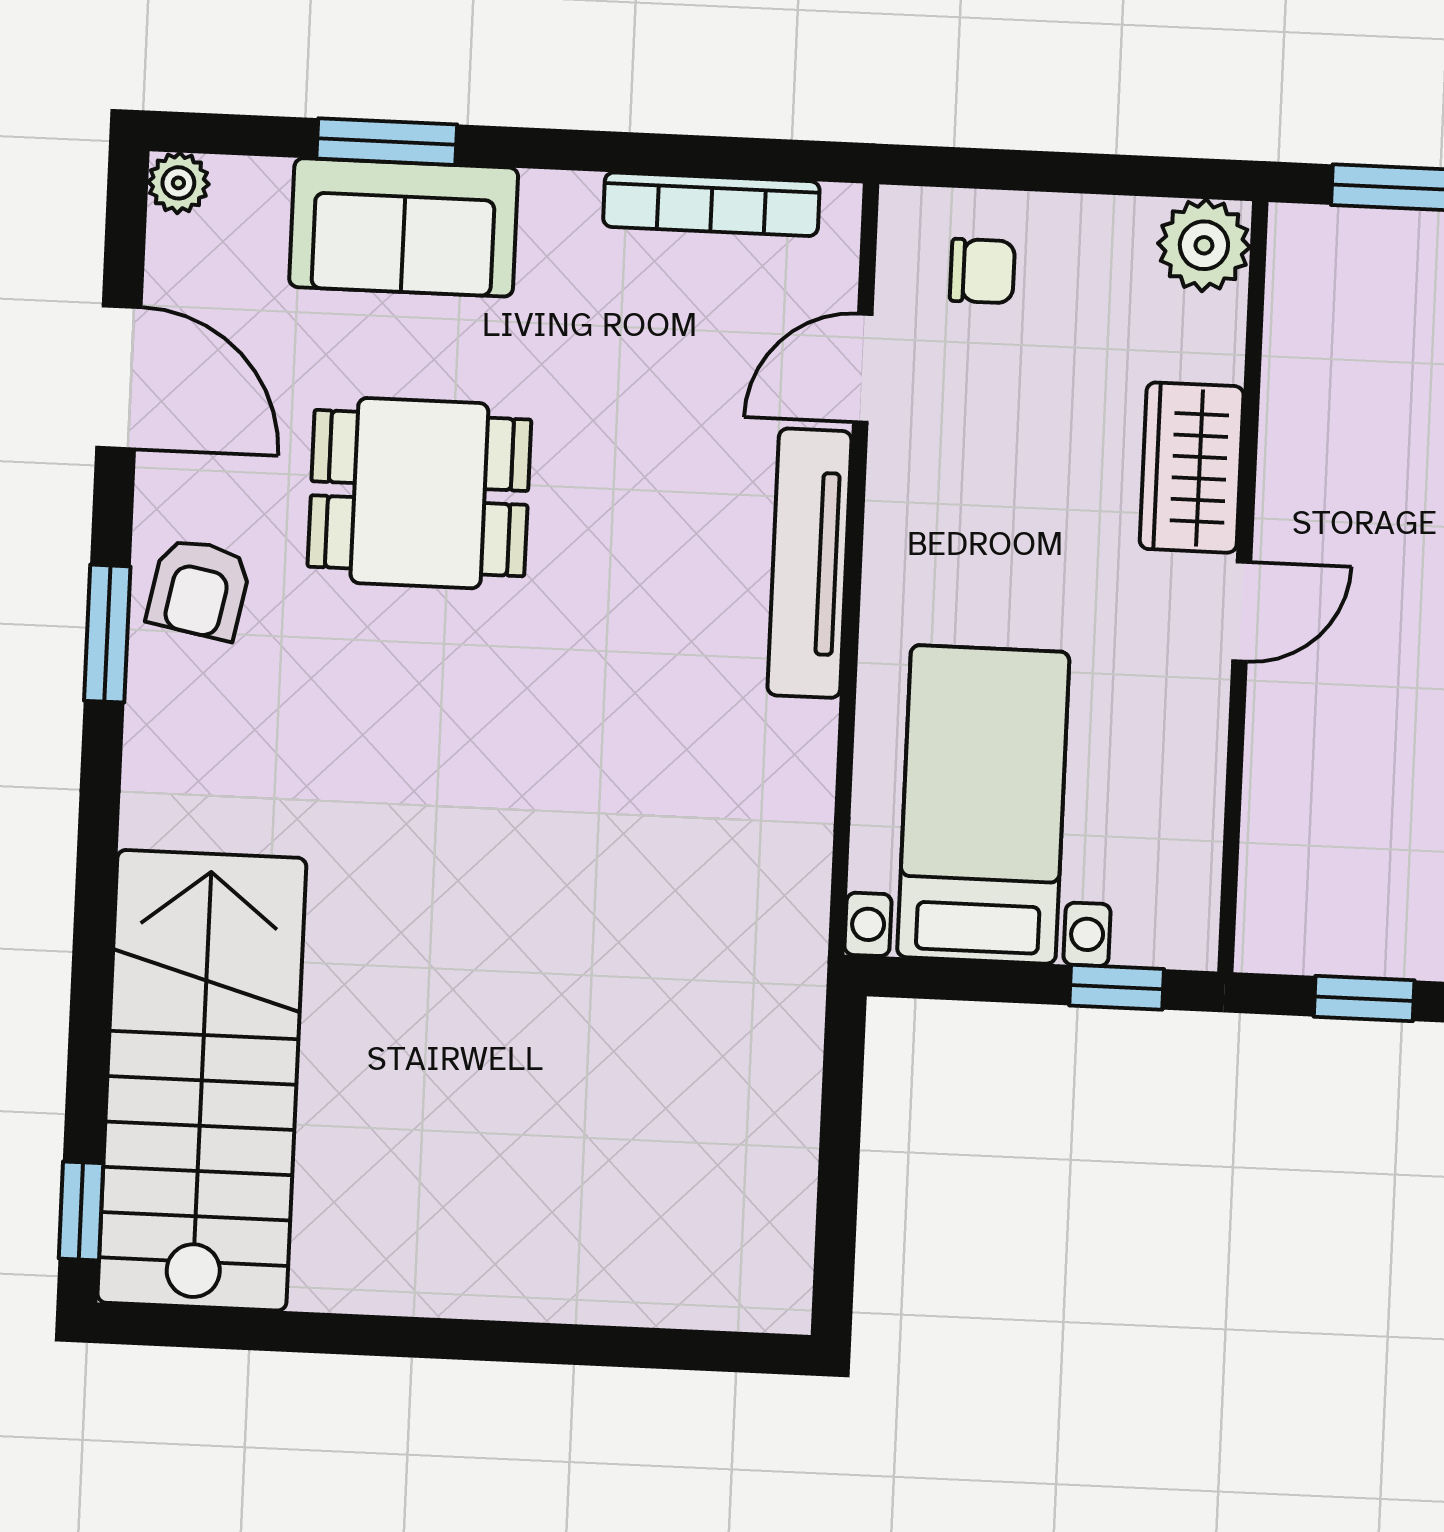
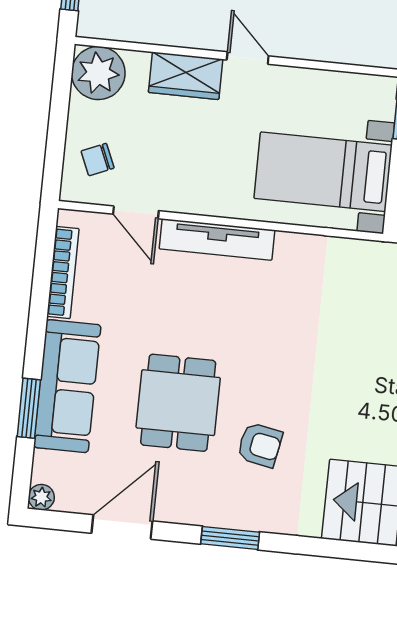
sofa: (404, 227) -> (67, 386), width x1.36
plant: (1204, 245) -> (98, 73), width x1.36, depth x1.36
chair: (982, 271) -> (98, 160), turned -113
armchair: (199, 589) -> (260, 445), moved

